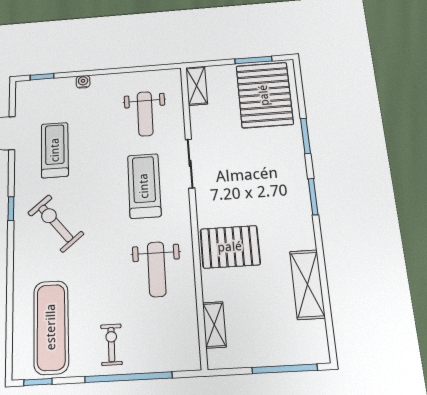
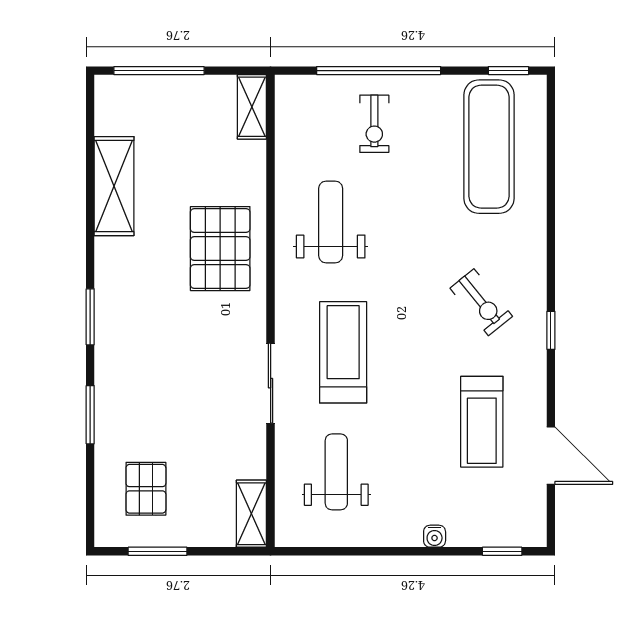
pallet: (264, 95) -> (146, 489), width x0.49, depth x0.50
treadmill: (144, 186) -> (343, 352), turned 180
exercise bike: (56, 223) -> (481, 302), width x0.73, depth x0.72
pallet: (230, 247) -> (220, 249), turned 90
shelving: (214, 325) -> (252, 107), moved
exercise bike: (111, 345) -> (374, 124), moved

